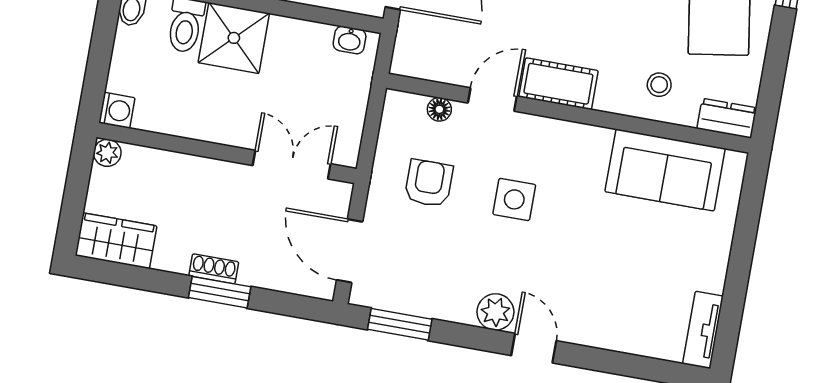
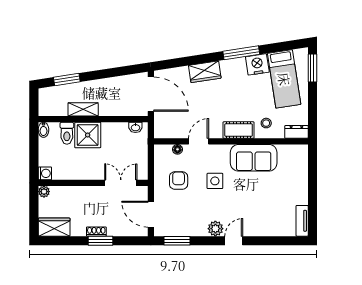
cot: (558, 84) -> (239, 130), moved
sofa: (665, 170) -> (254, 158), moved
door: (534, 348) -> (234, 241), hinge flipped

